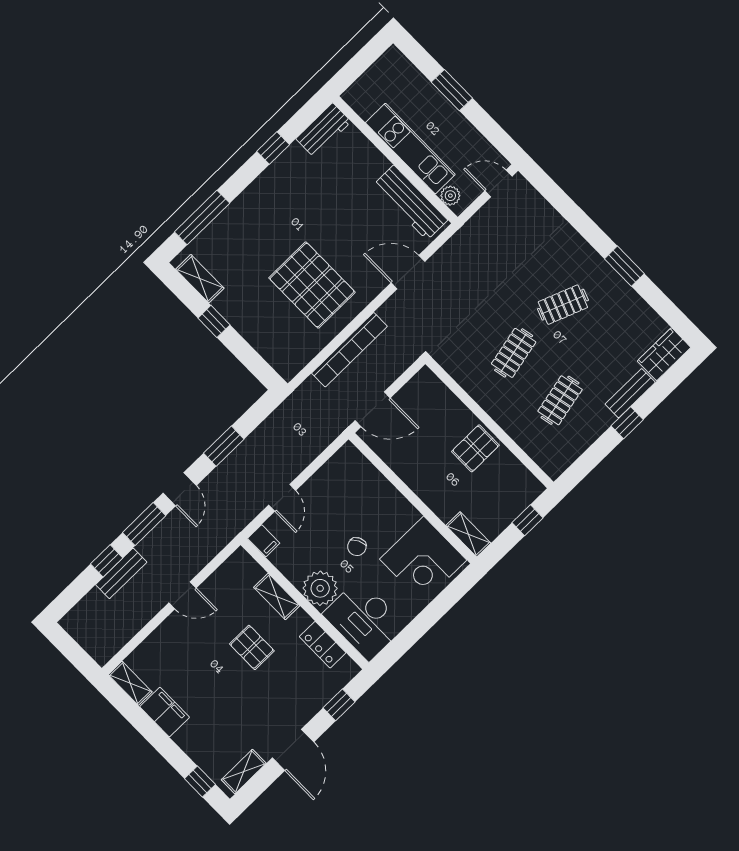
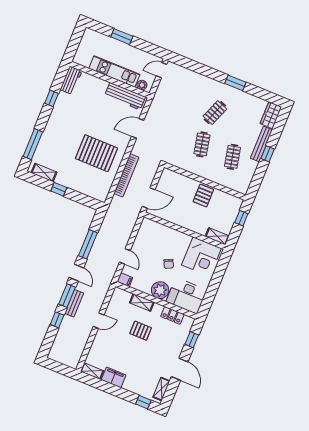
bench: (630, 393) -> (261, 144), width x1.36
window: (224, 446) -> (88, 244), width x1.44
bench: (121, 573) -> (74, 303), moved

